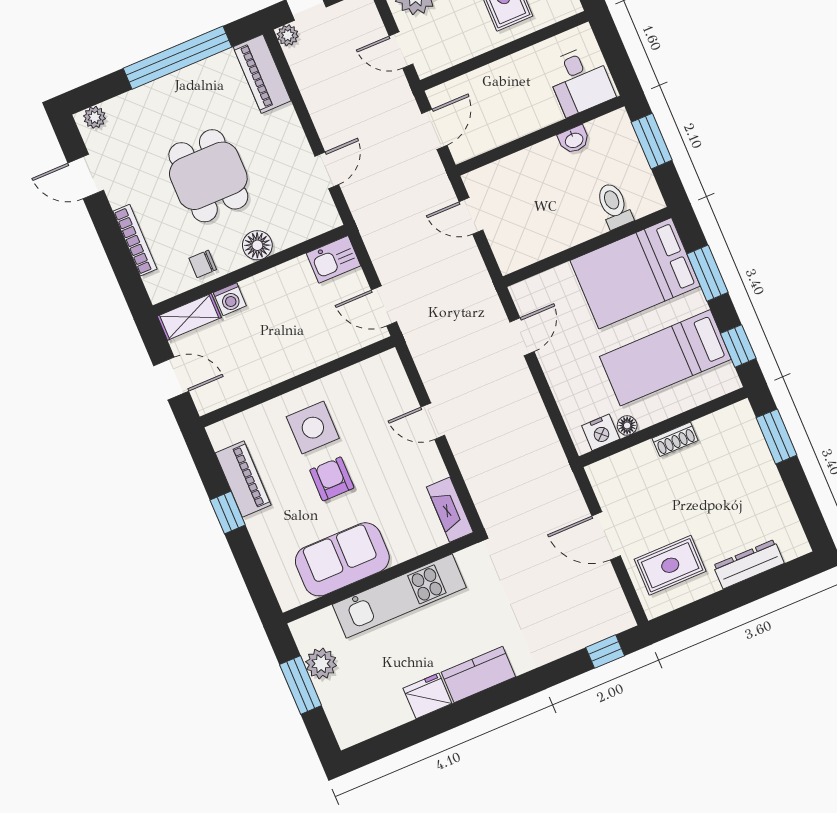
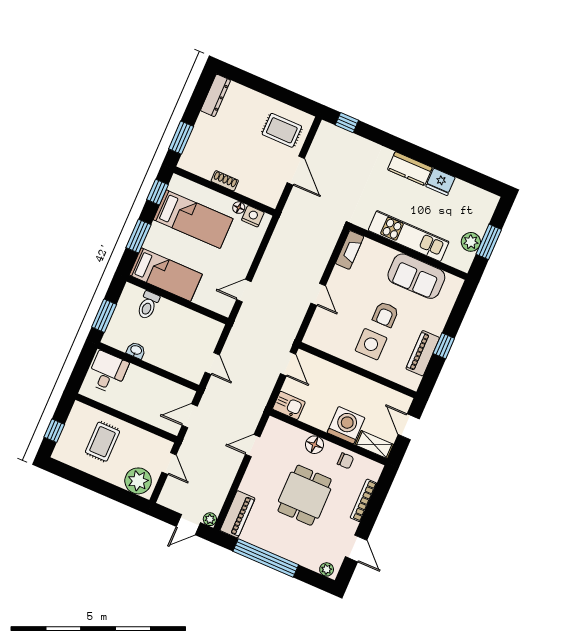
bed: (635, 273) -> (166, 275), width x0.67
washing machine: (230, 299) -> (346, 425), width x1.89, depth x1.89
dresser: (749, 564) -> (216, 95), moved, turned -90

